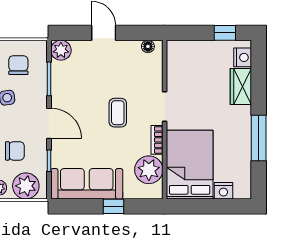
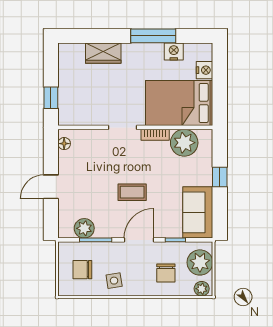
window: (225, 33) -> (51, 98), moved
plant: (61, 50) -> (84, 228), moved
nightstand: (243, 57) -> (174, 51), moved
coffee table: (118, 113) -> (132, 192), moved
chair: (15, 151) -> (166, 273), turned 180
sofa: (87, 184) -> (198, 212), width x0.73

